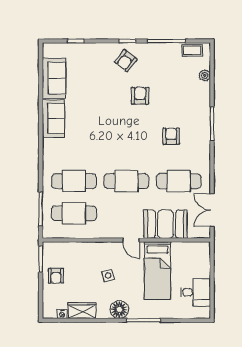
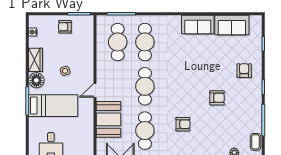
armchair: (126, 61) -> (244, 71), moved, turned 53
bed: (157, 271) -> (53, 106), moved, turned 180
wardrobe: (82, 311) -> (35, 60), moved

